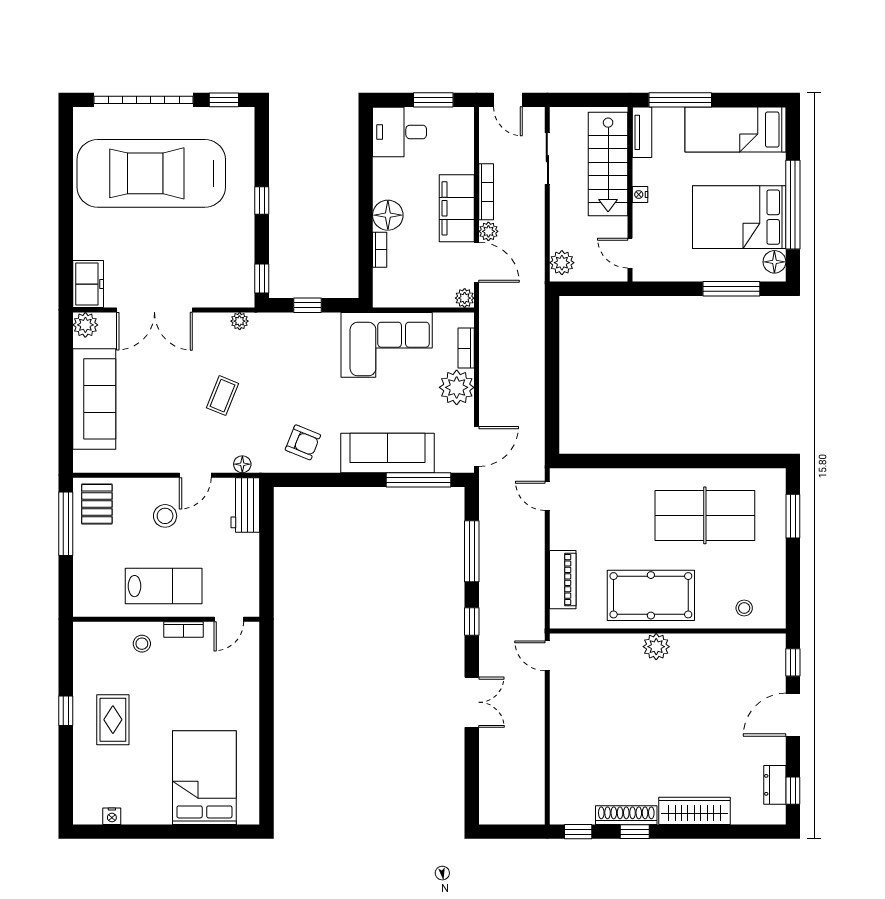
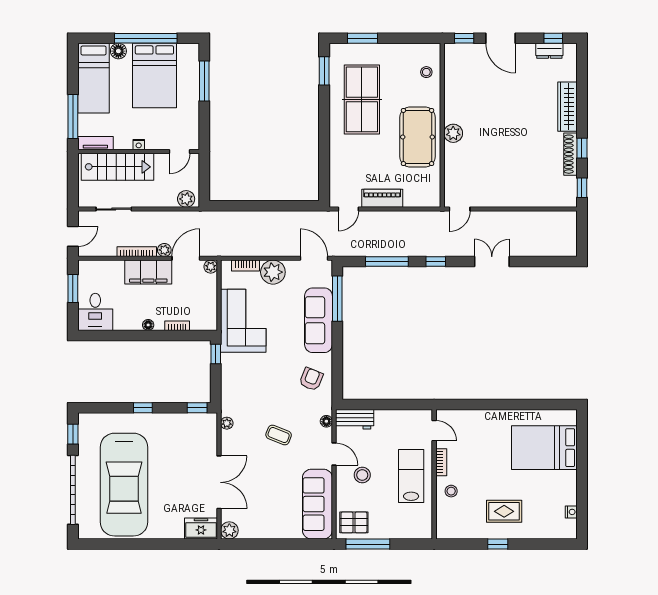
floor lamp: (388, 215) -> (148, 325), width x0.53, depth x0.53
floor lamp: (774, 262) -> (118, 51), moved
window: (308, 305) -> (216, 354), moved
sofa: (94, 399) -> (317, 504), moved, turned -90
window: (746, 461) -> (324, 71), added
piano: (563, 580) -> (382, 198), moved

